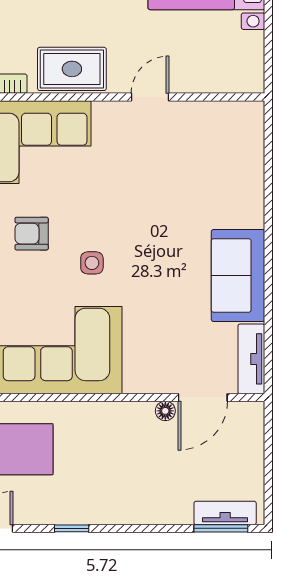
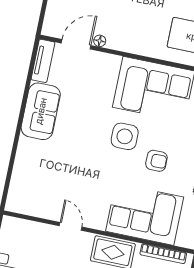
door: (150, 97) -> (71, 226), swing flipped
side table: (92, 263) -> (125, 136), width x1.87, depth x1.87

